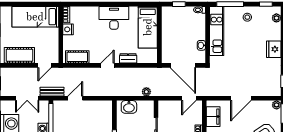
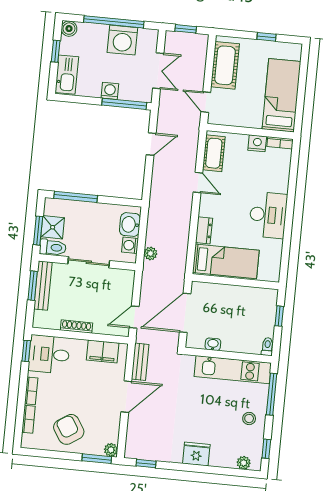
bed: (148, 27) -> (226, 261), moved, turned 180
door: (107, 65) -> (198, 183), moved
bench: (52, 92) -> (140, 362), moved
double door: (27, 98) -> (158, 71), swing flipped
door: (75, 98) -> (151, 144), hinge flipped
door: (189, 98) -> (134, 317), hinge flipped
door: (241, 98) -> (126, 397), swing flipped
washing machine: (142, 105) -> (130, 245), added

